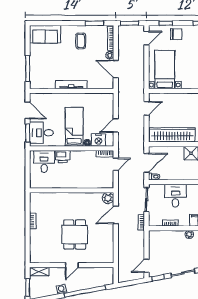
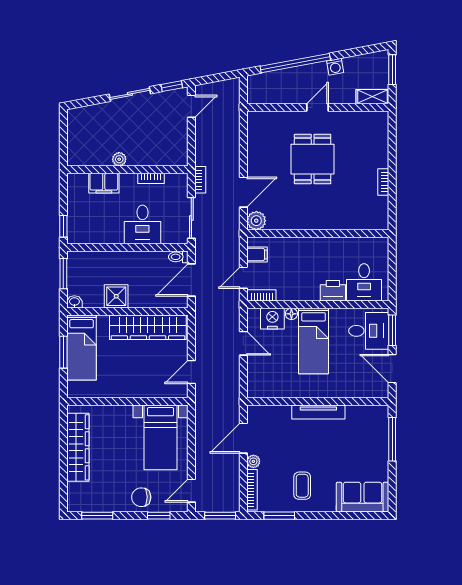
door: (116, 69) -> (243, 438), swing flipped
door: (116, 125) -> (243, 343), hinge flipped
filing cabinet: (108, 178) -> (257, 255), added

